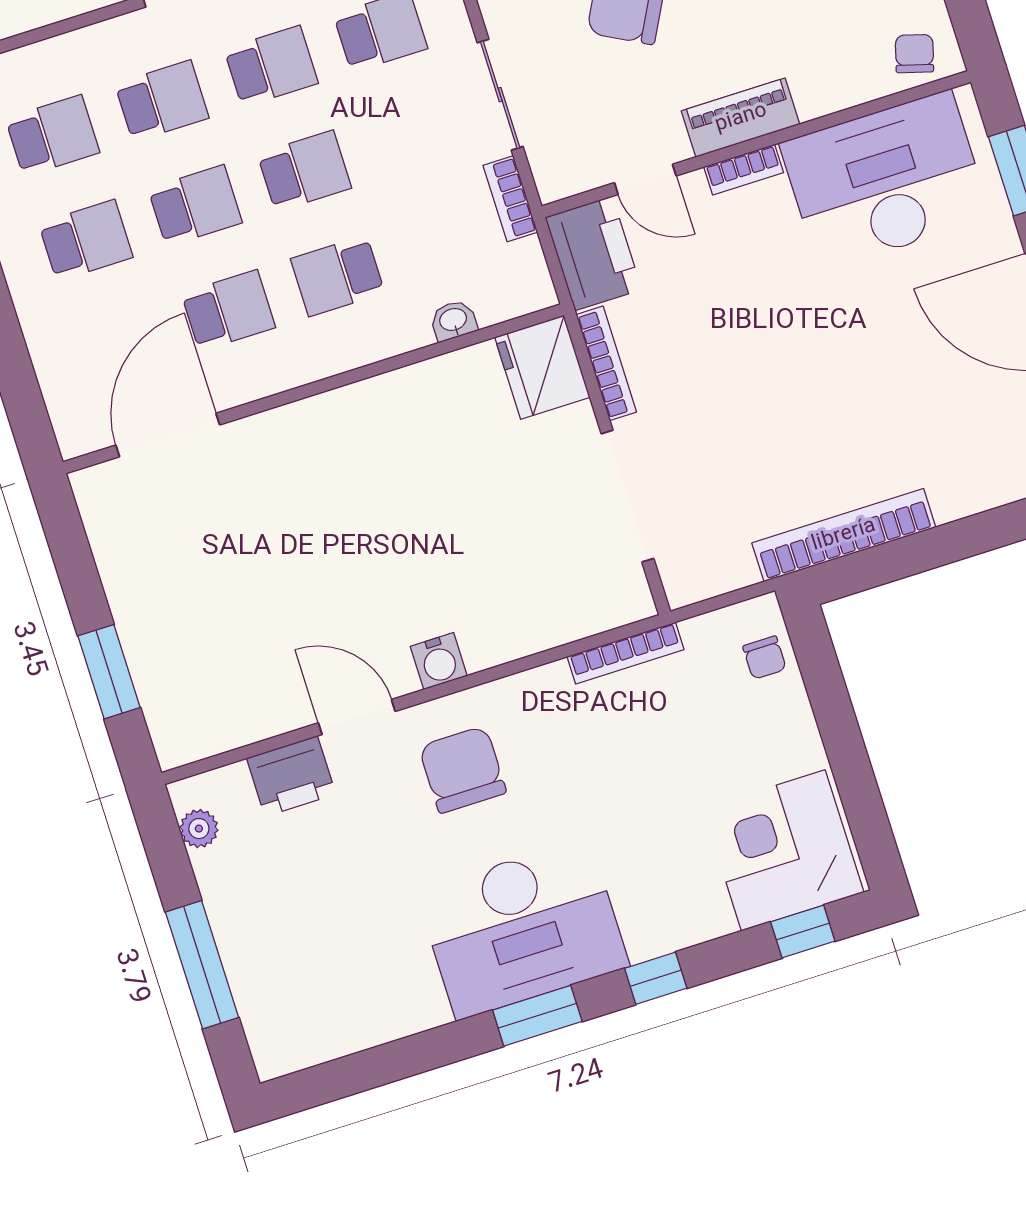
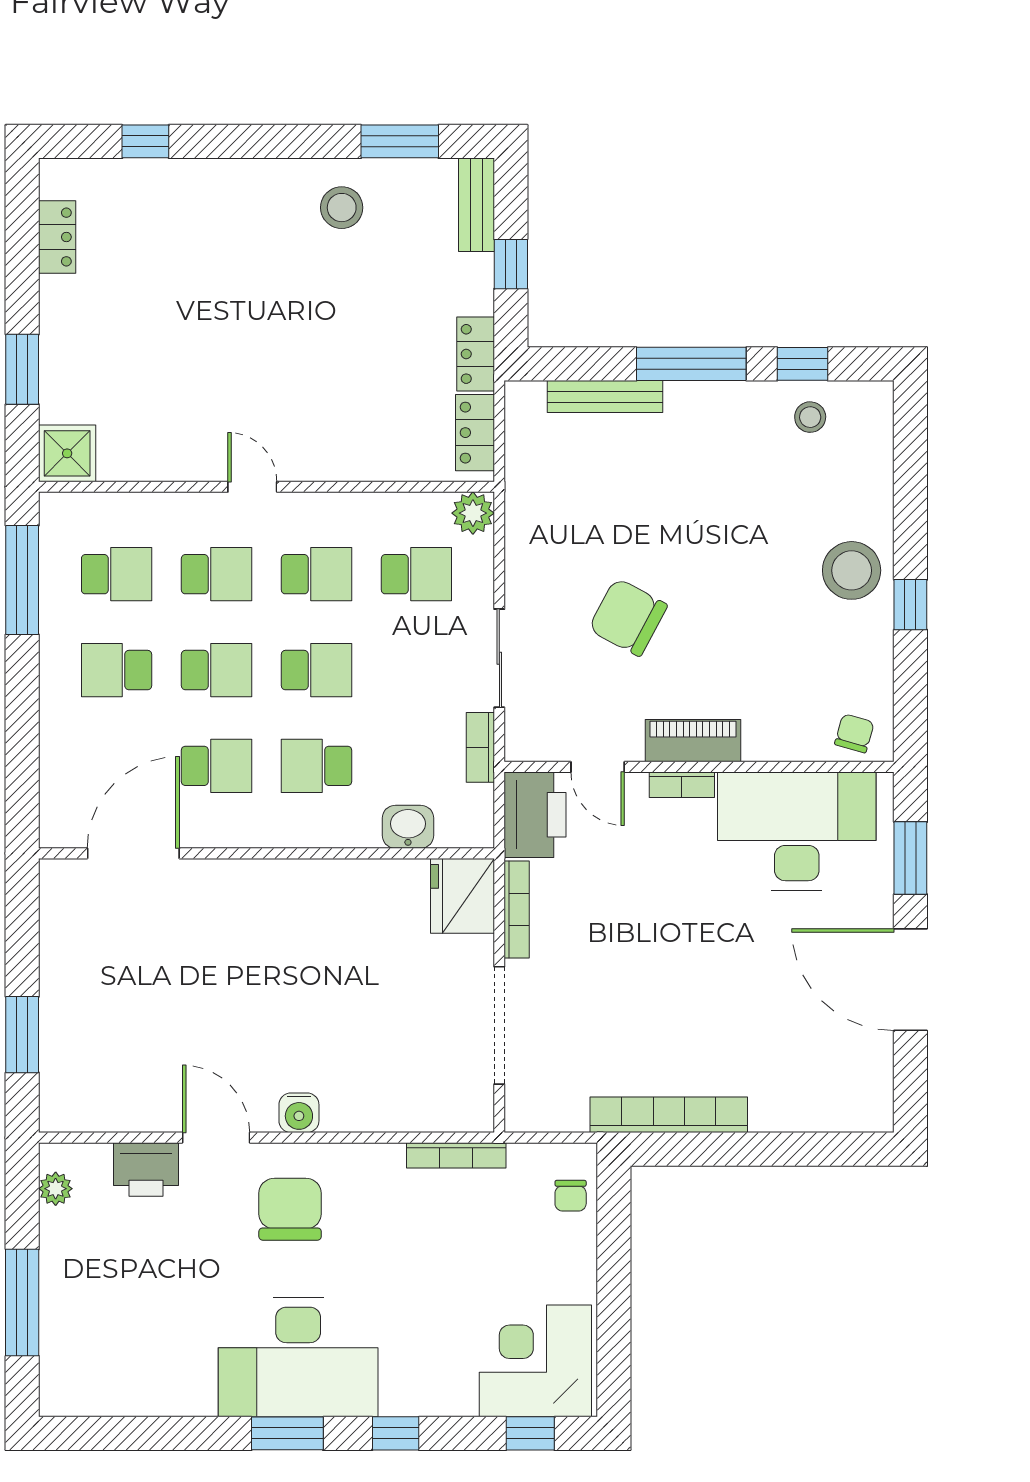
school desk: (86, 240) -> (117, 670), turned 180
washbasin: (453, 320) -> (408, 827), width x1.38, depth x1.45

